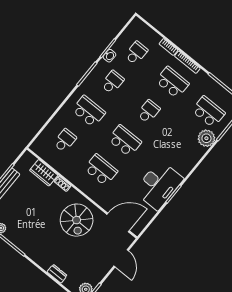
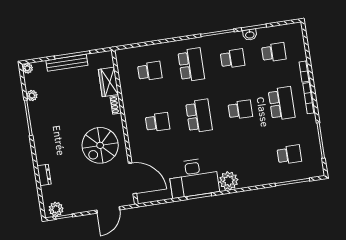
school desk: (208, 112) -> (289, 155), width x0.54
plant: (206, 138) -> (229, 181), moved
school desk: (101, 170) -> (158, 122), width x0.54

